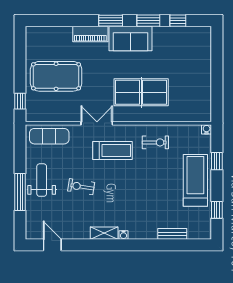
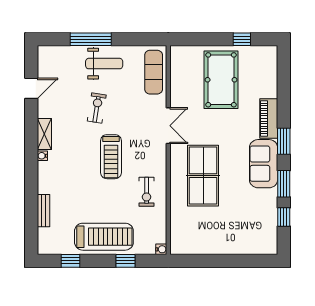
window: (20, 101) -> (242, 39), moved
treadmill: (112, 151) -> (111, 157), moved
door: (52, 245) -> (31, 88), moved

